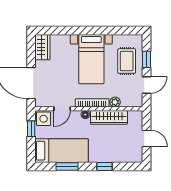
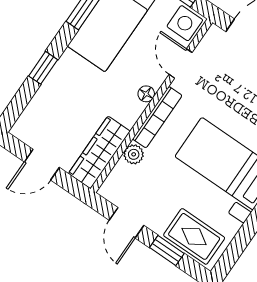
rug: (127, 61) -> (194, 236), moved
wardrobe: (109, 117) -> (99, 152), moved

